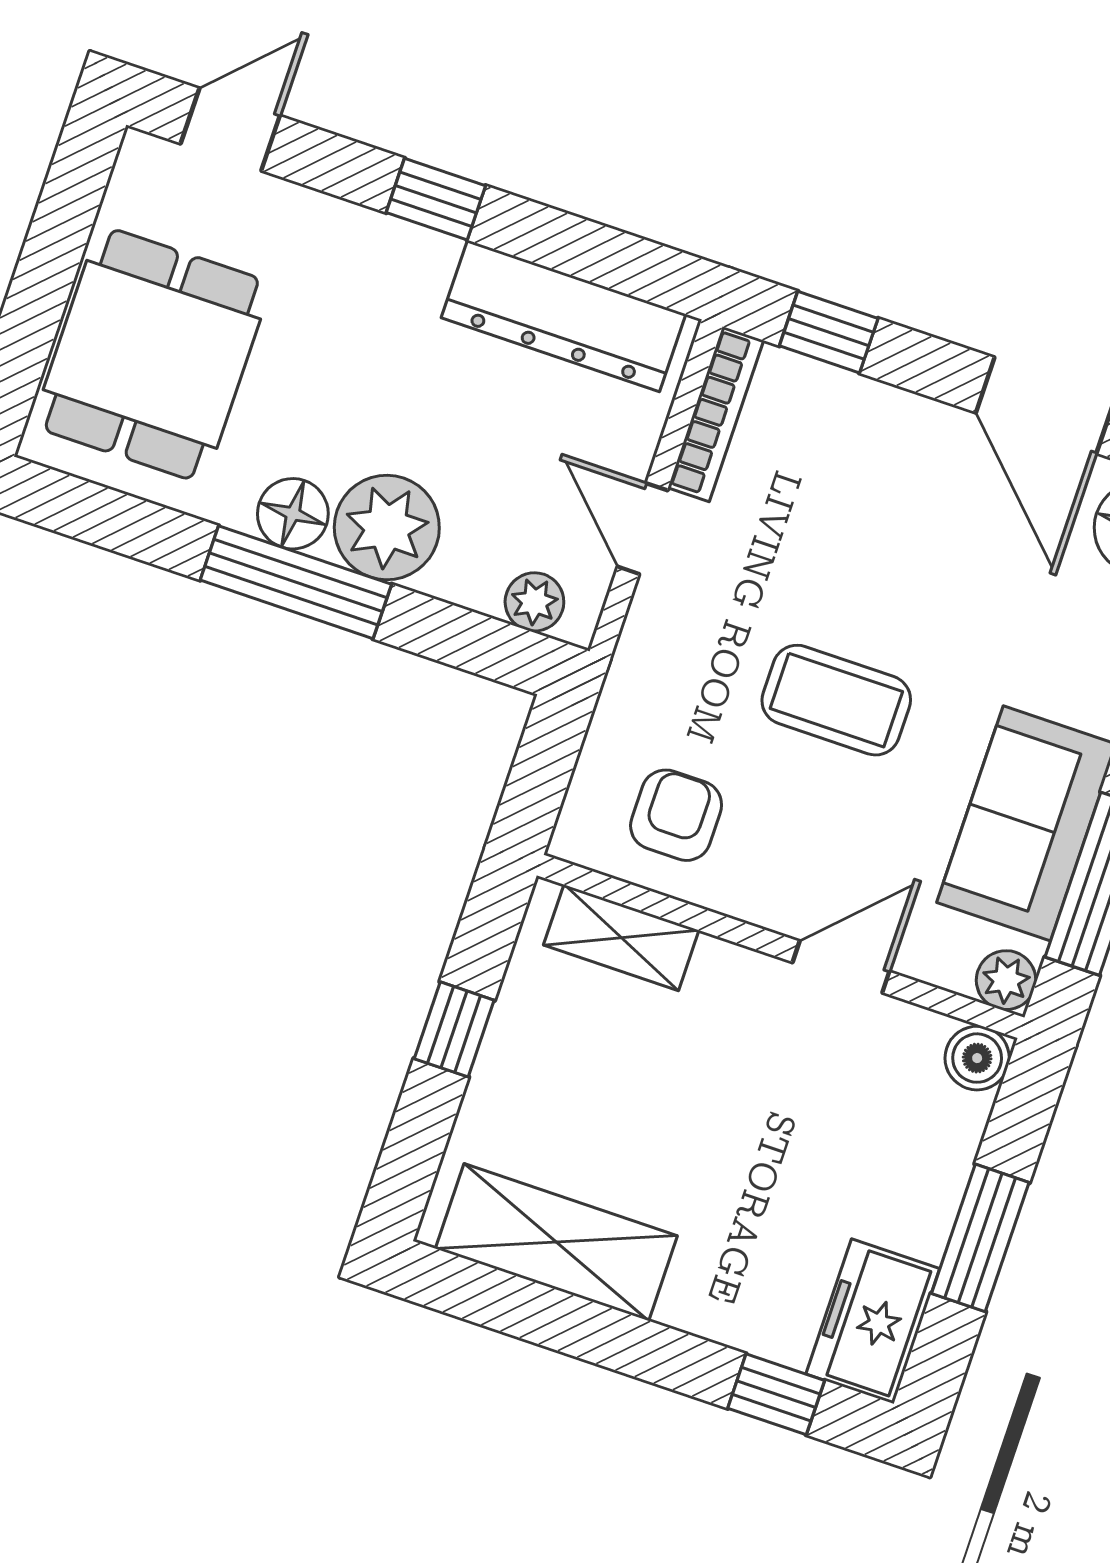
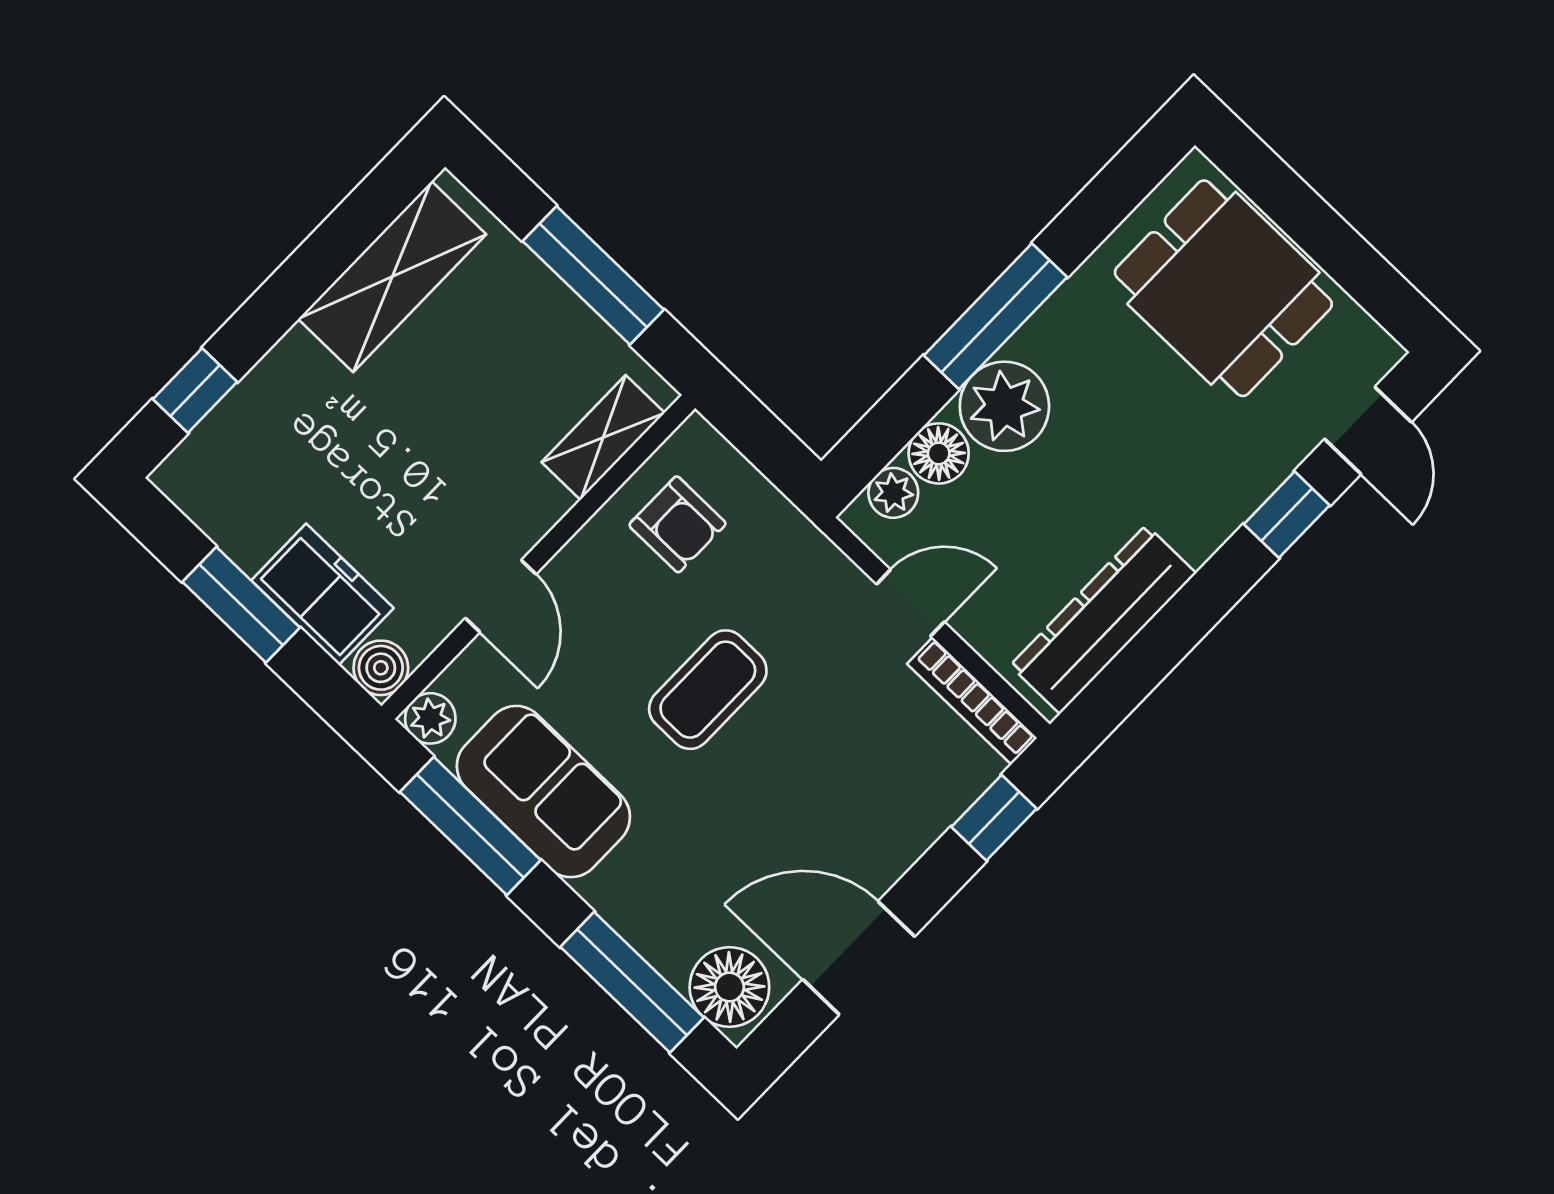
window: (436, 199) -> (1287, 515), moved
floor lamp: (293, 514) -> (939, 453), moved
window: (454, 1029) -> (593, 275), width x2.17
freezer: (873, 1321) -> (322, 594), moved

